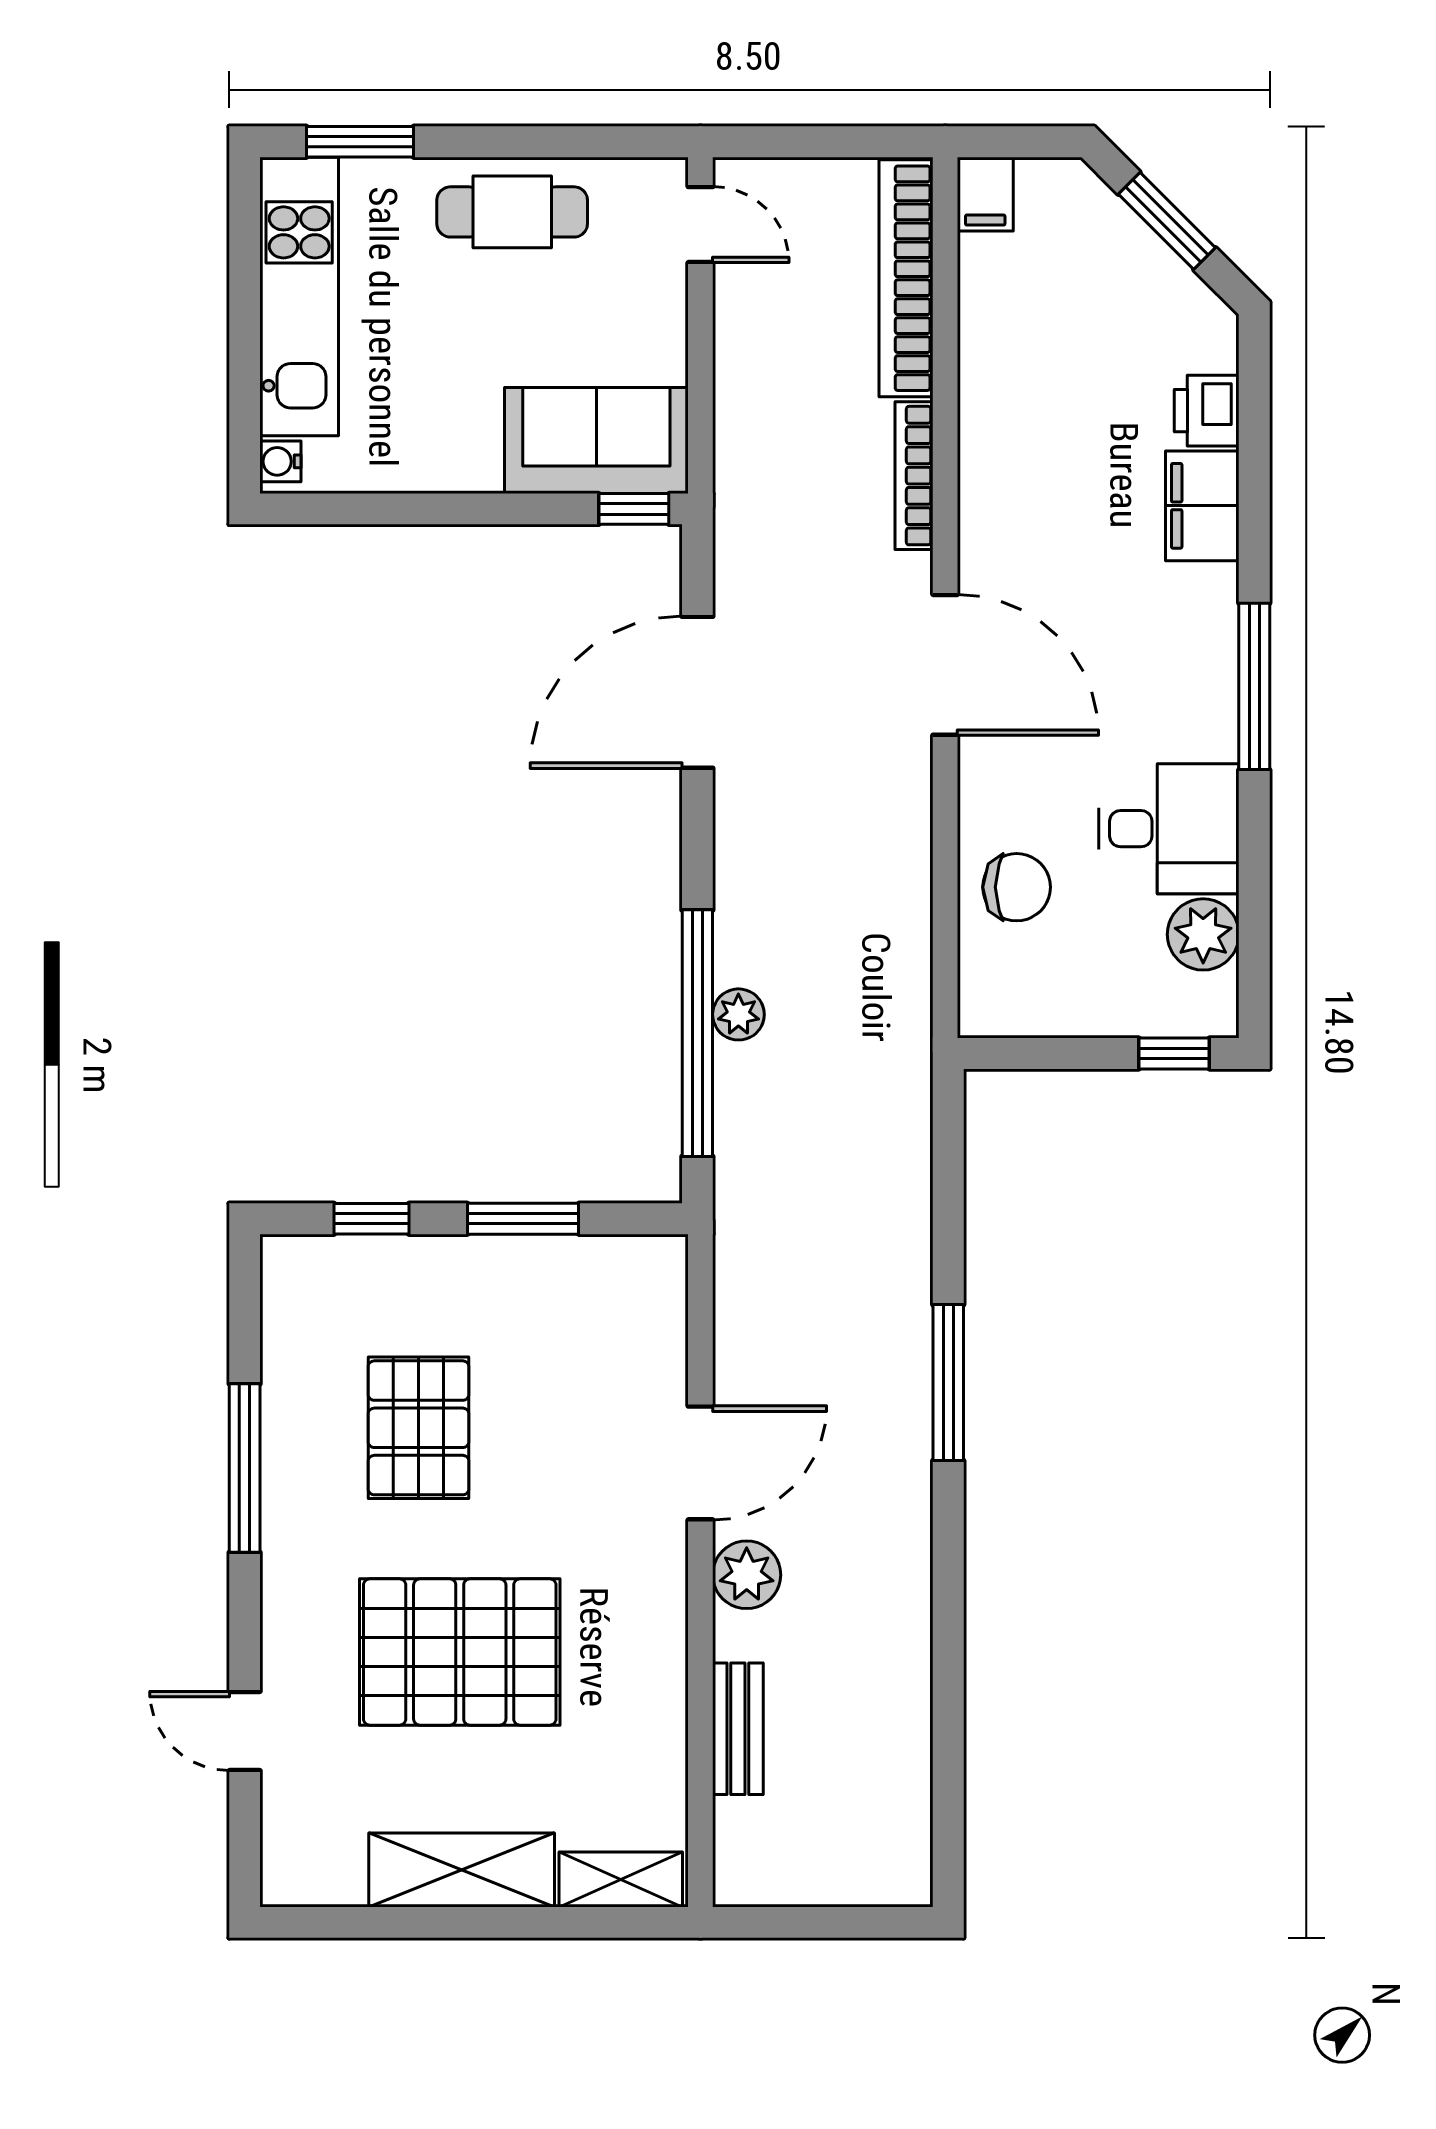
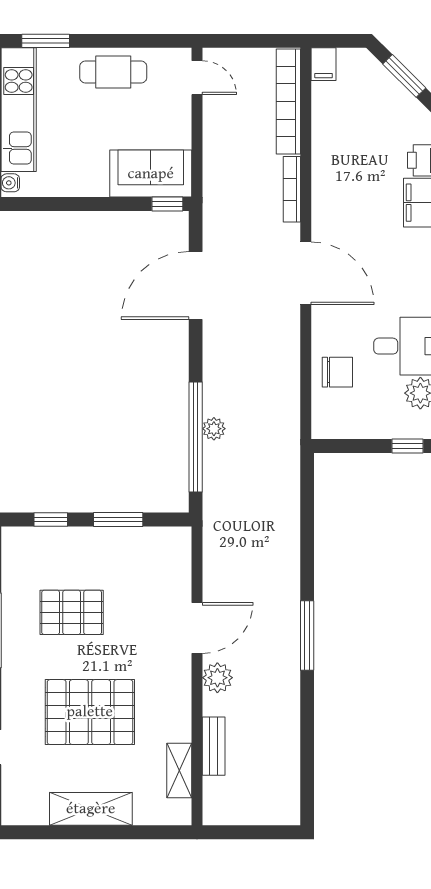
window: (948, 1383) -> (307, 636), moved
pallet: (419, 1428) -> (72, 612), turned 90
shelving: (621, 1879) -> (179, 770), moved, turned 90

